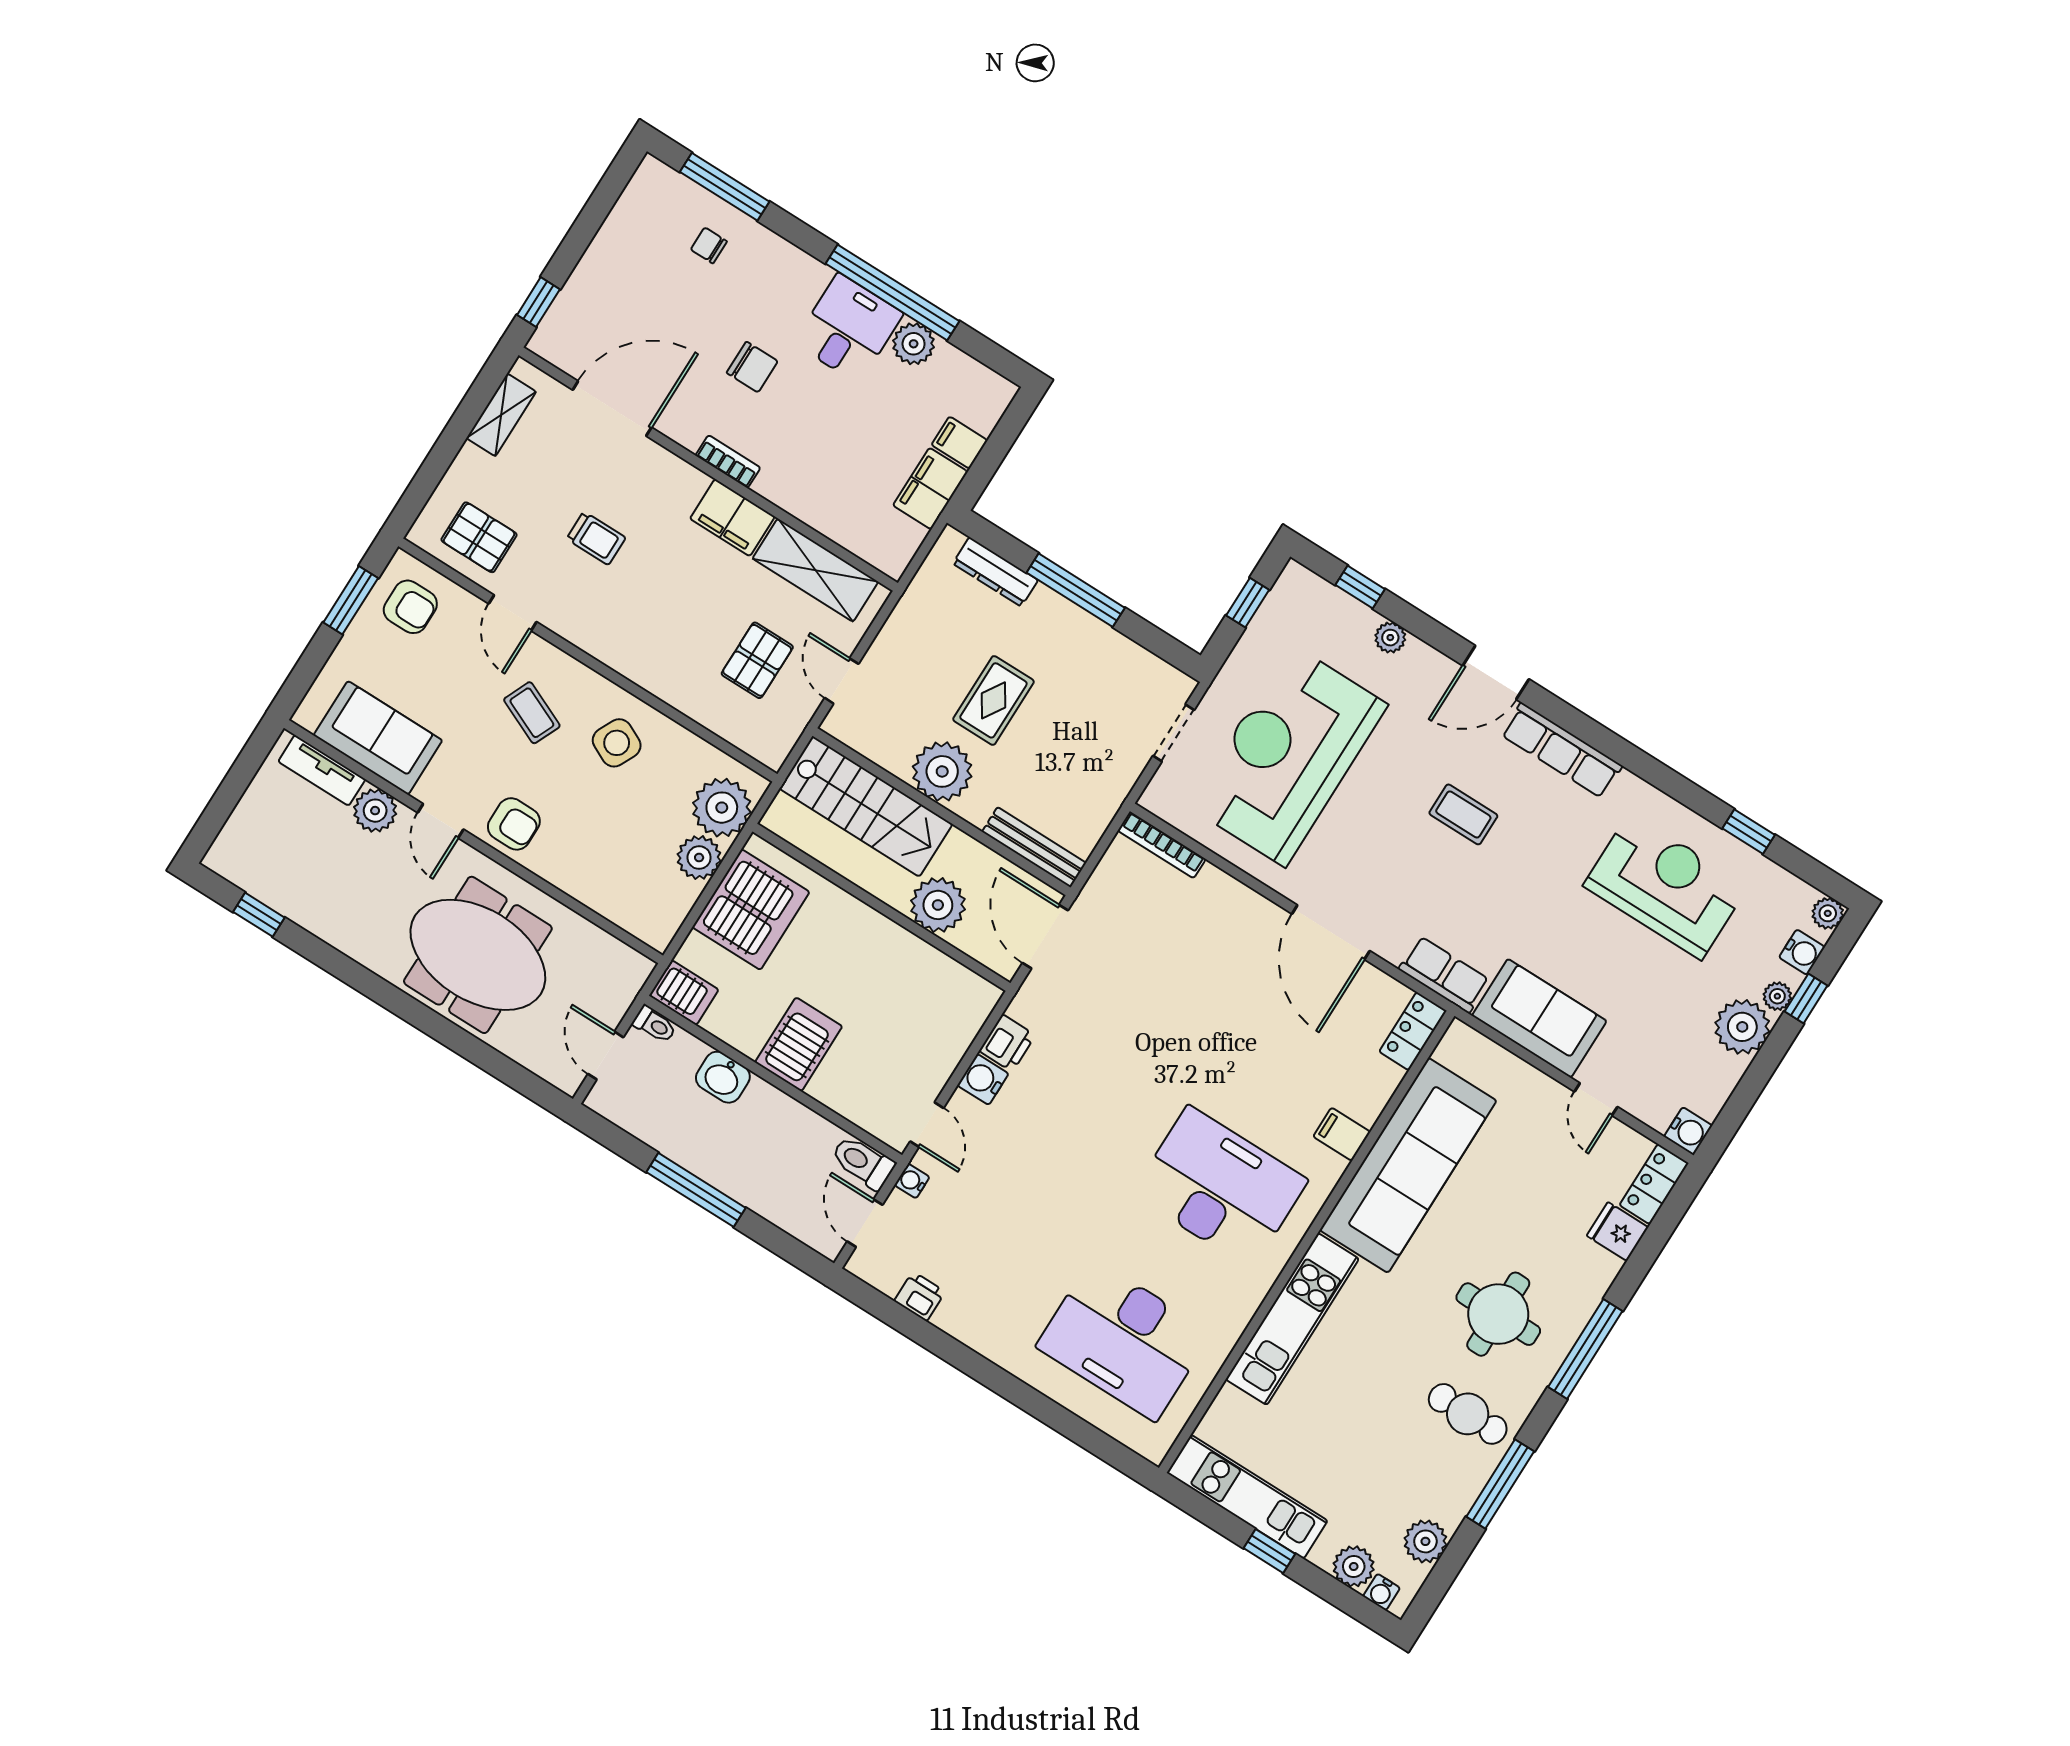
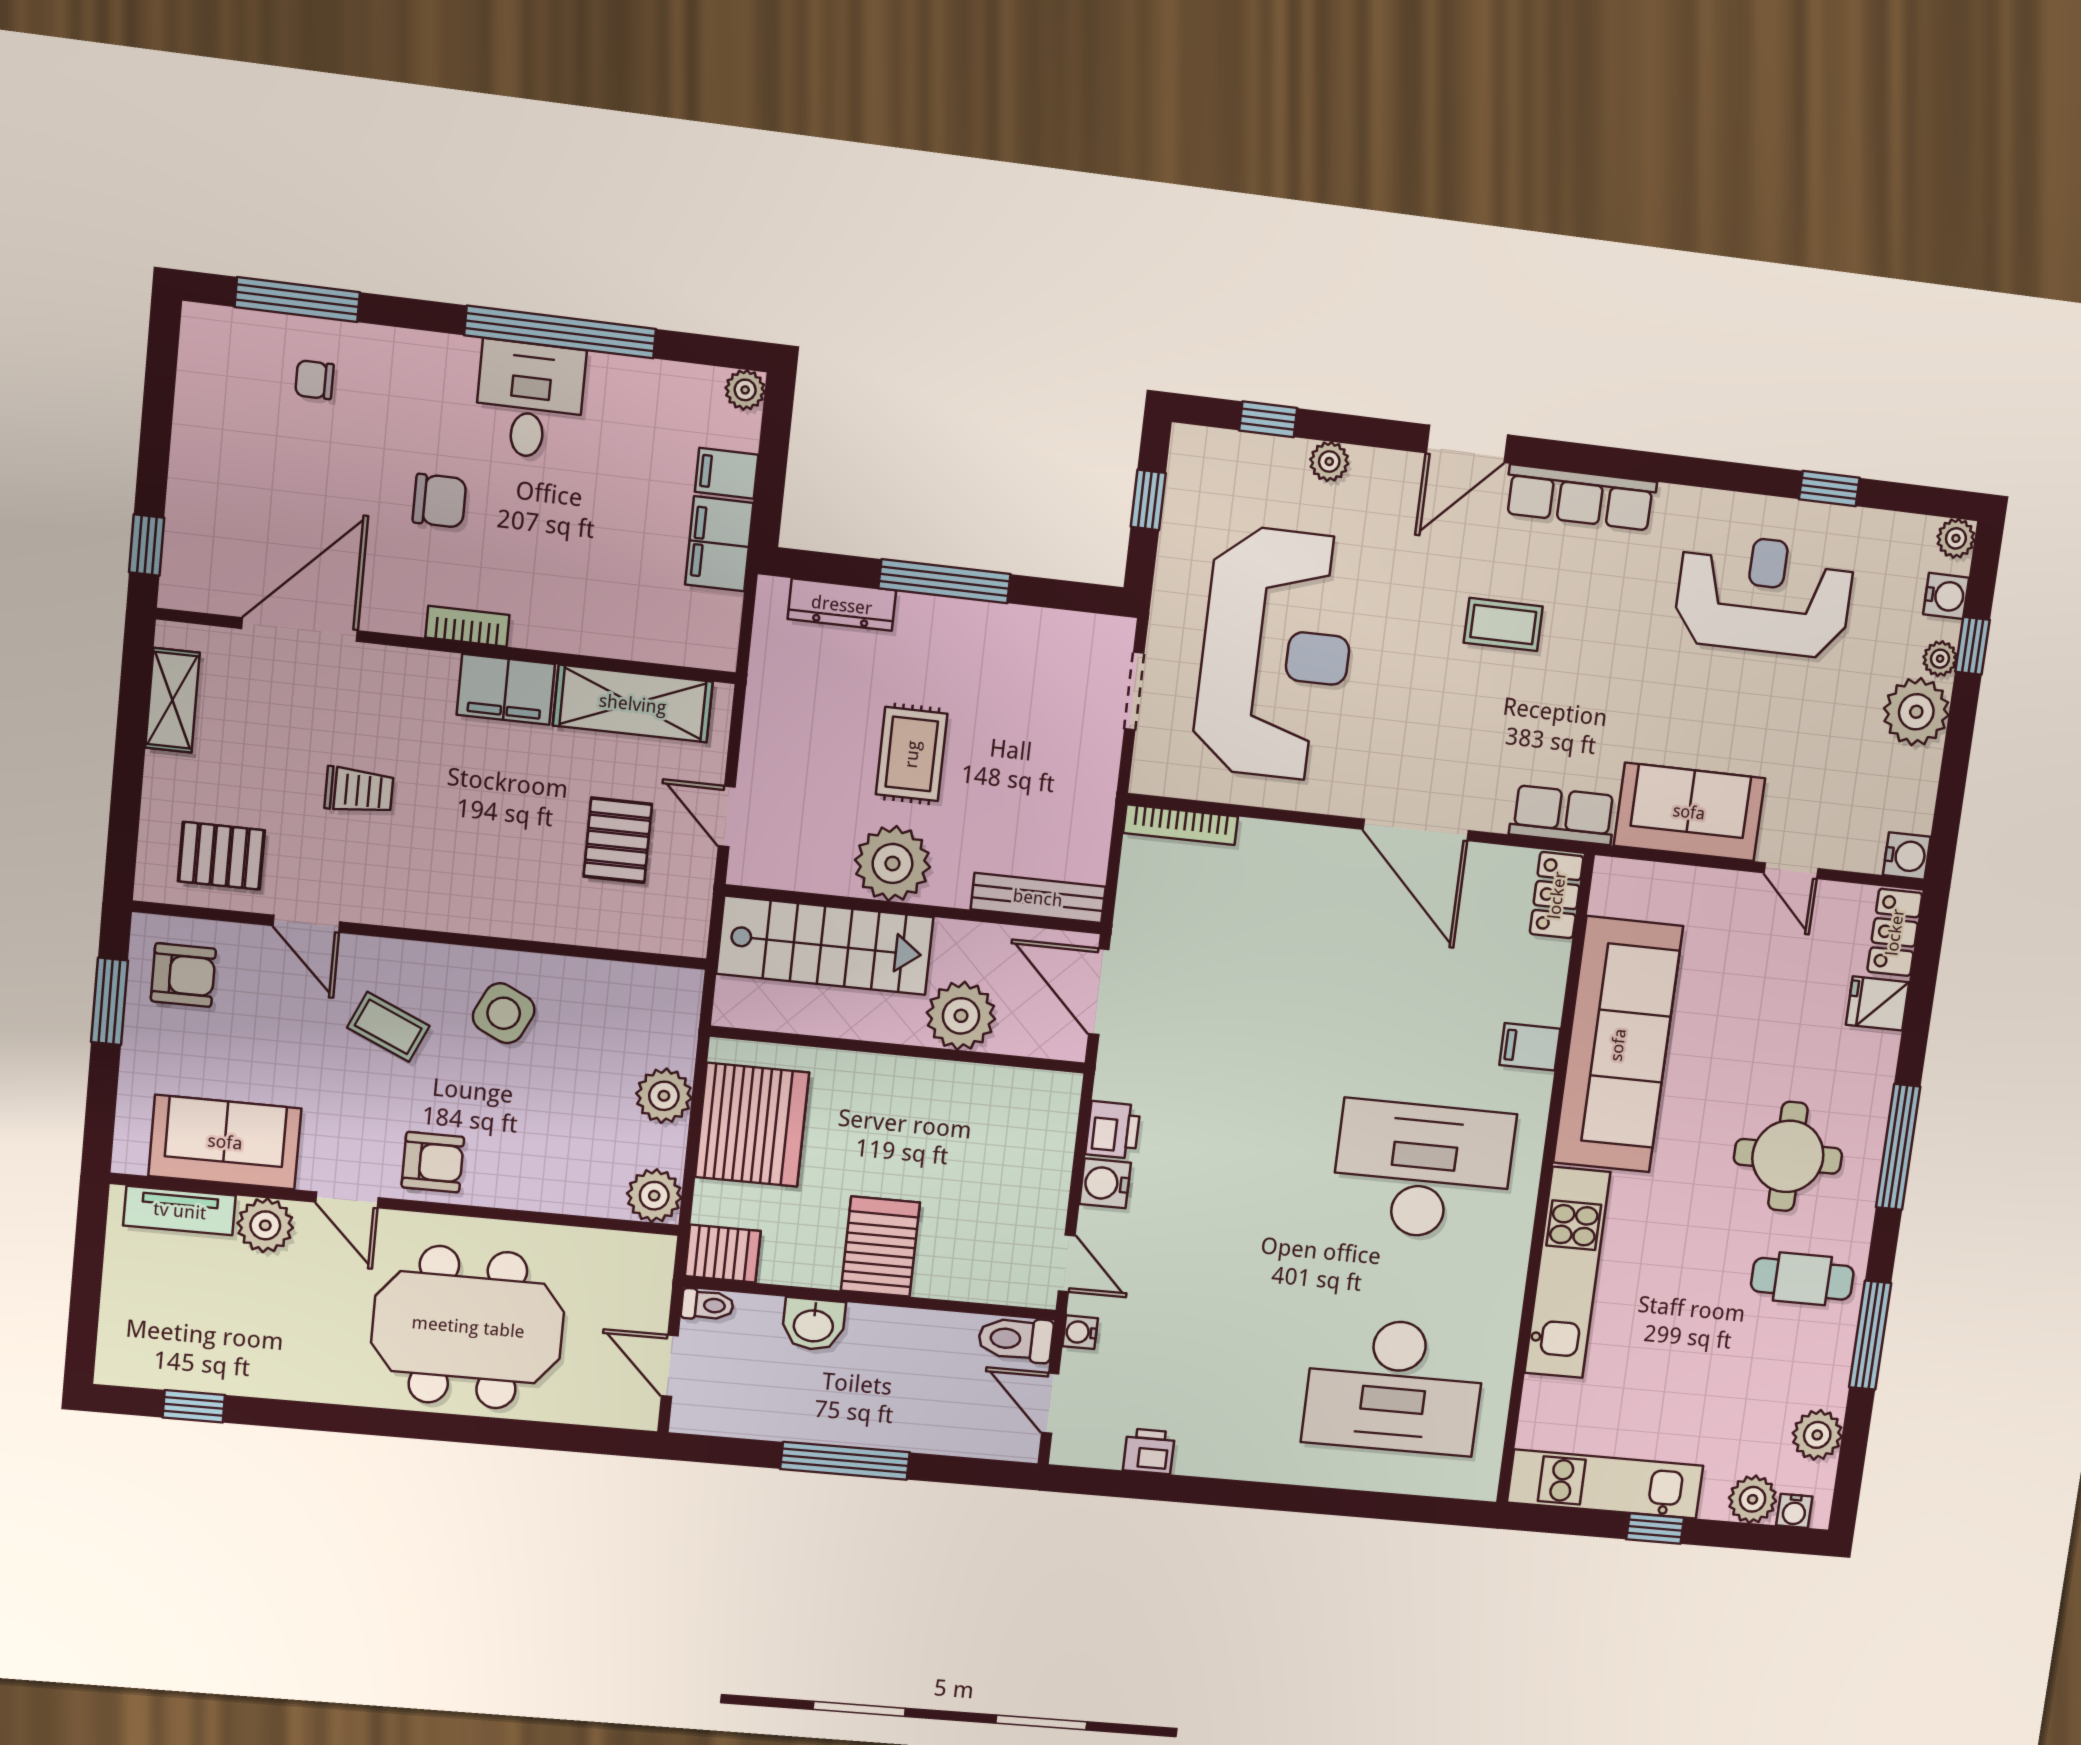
plant: (914, 344) -> (745, 390), moved, width x0.73, depth x0.73
reception desk: (1288, 755) -> (1276, 654), turned 180
plant: (722, 808) -> (654, 1196), moved, width x0.73, depth x0.73

